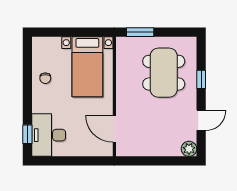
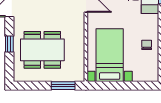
dining table: (164, 73) -> (42, 50), turned 90

